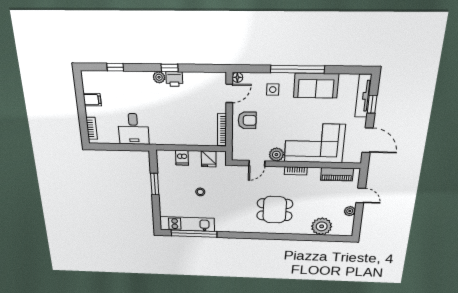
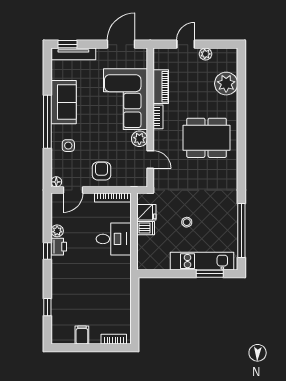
plant: (159, 77) -> (57, 231), moved
door: (229, 93) -> (73, 190), swing flipped
window: (372, 104) -> (68, 44), moved
desk: (133, 129) -> (114, 239), moved
dishwasher: (182, 158) -> (146, 228), moved
piano: (337, 174) -> (161, 87), moved
window: (155, 184) -> (210, 274), moved
dining table: (275, 210) -> (207, 138), width x1.38
kitchen unit: (187, 224) -> (202, 261), moved, turned 90

